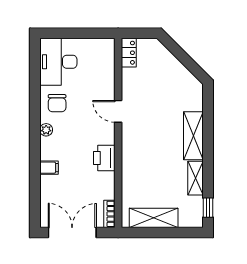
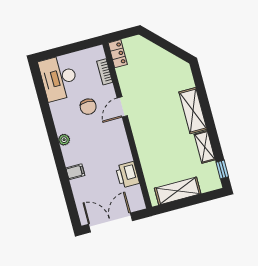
chair: (57, 103) -> (88, 107), moved
door: (118, 111) -> (122, 107), hinge flipped
printer: (104, 158) -> (127, 175), moved
bookcase: (109, 214) -> (105, 72), moved

